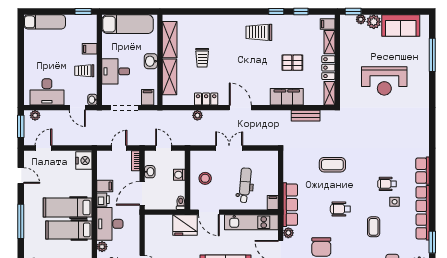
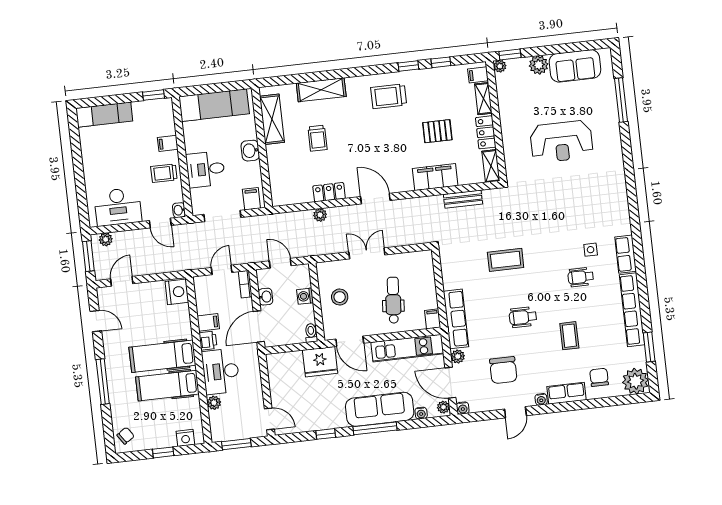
plant: (361, 19) -> (500, 66), moved
shelving: (170, 77) -> (321, 90), moved, turned 90
side table: (395, 202) -> (591, 250), moved

